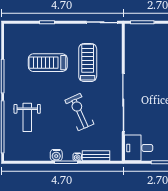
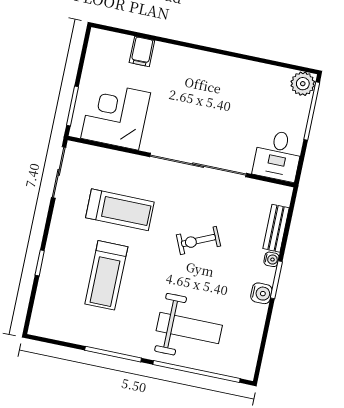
corner desk: (142, 49) -> (116, 115), added
treadmill: (88, 63) -> (120, 210), turned 180
exercise bike: (79, 112) -> (198, 240), width x0.73, depth x0.72
weight bench: (27, 117) -> (189, 328), width x1.36, depth x1.33

